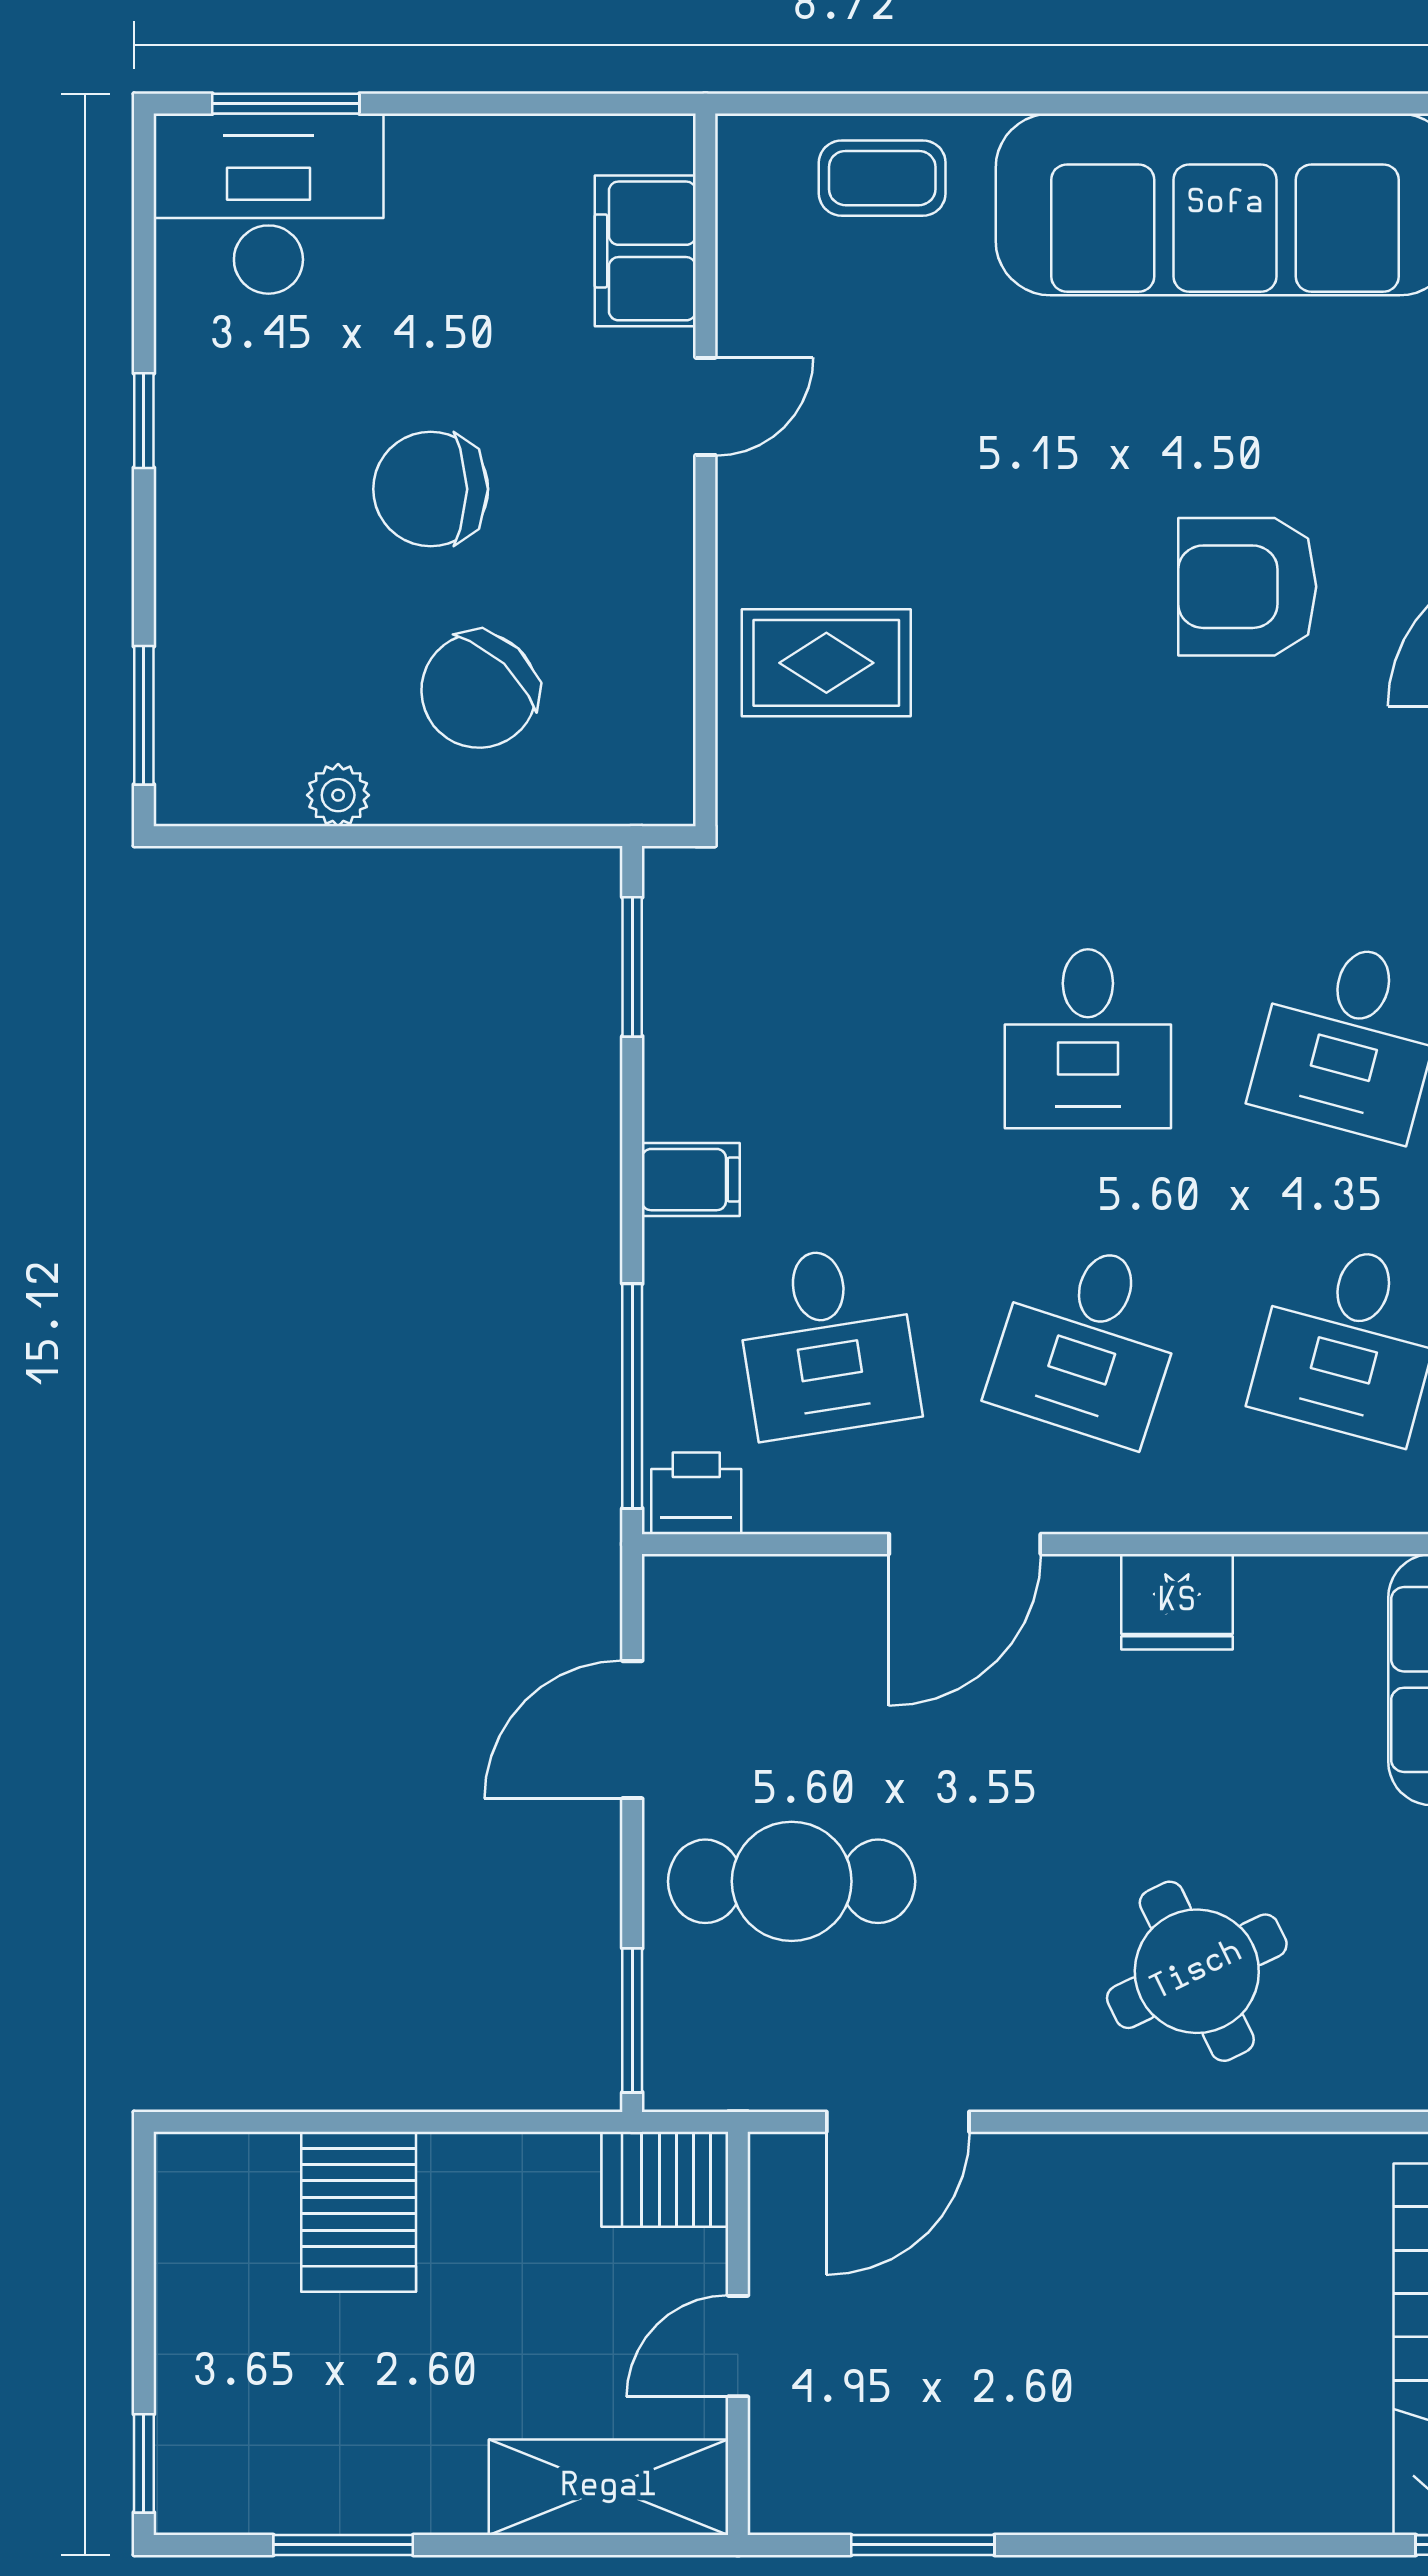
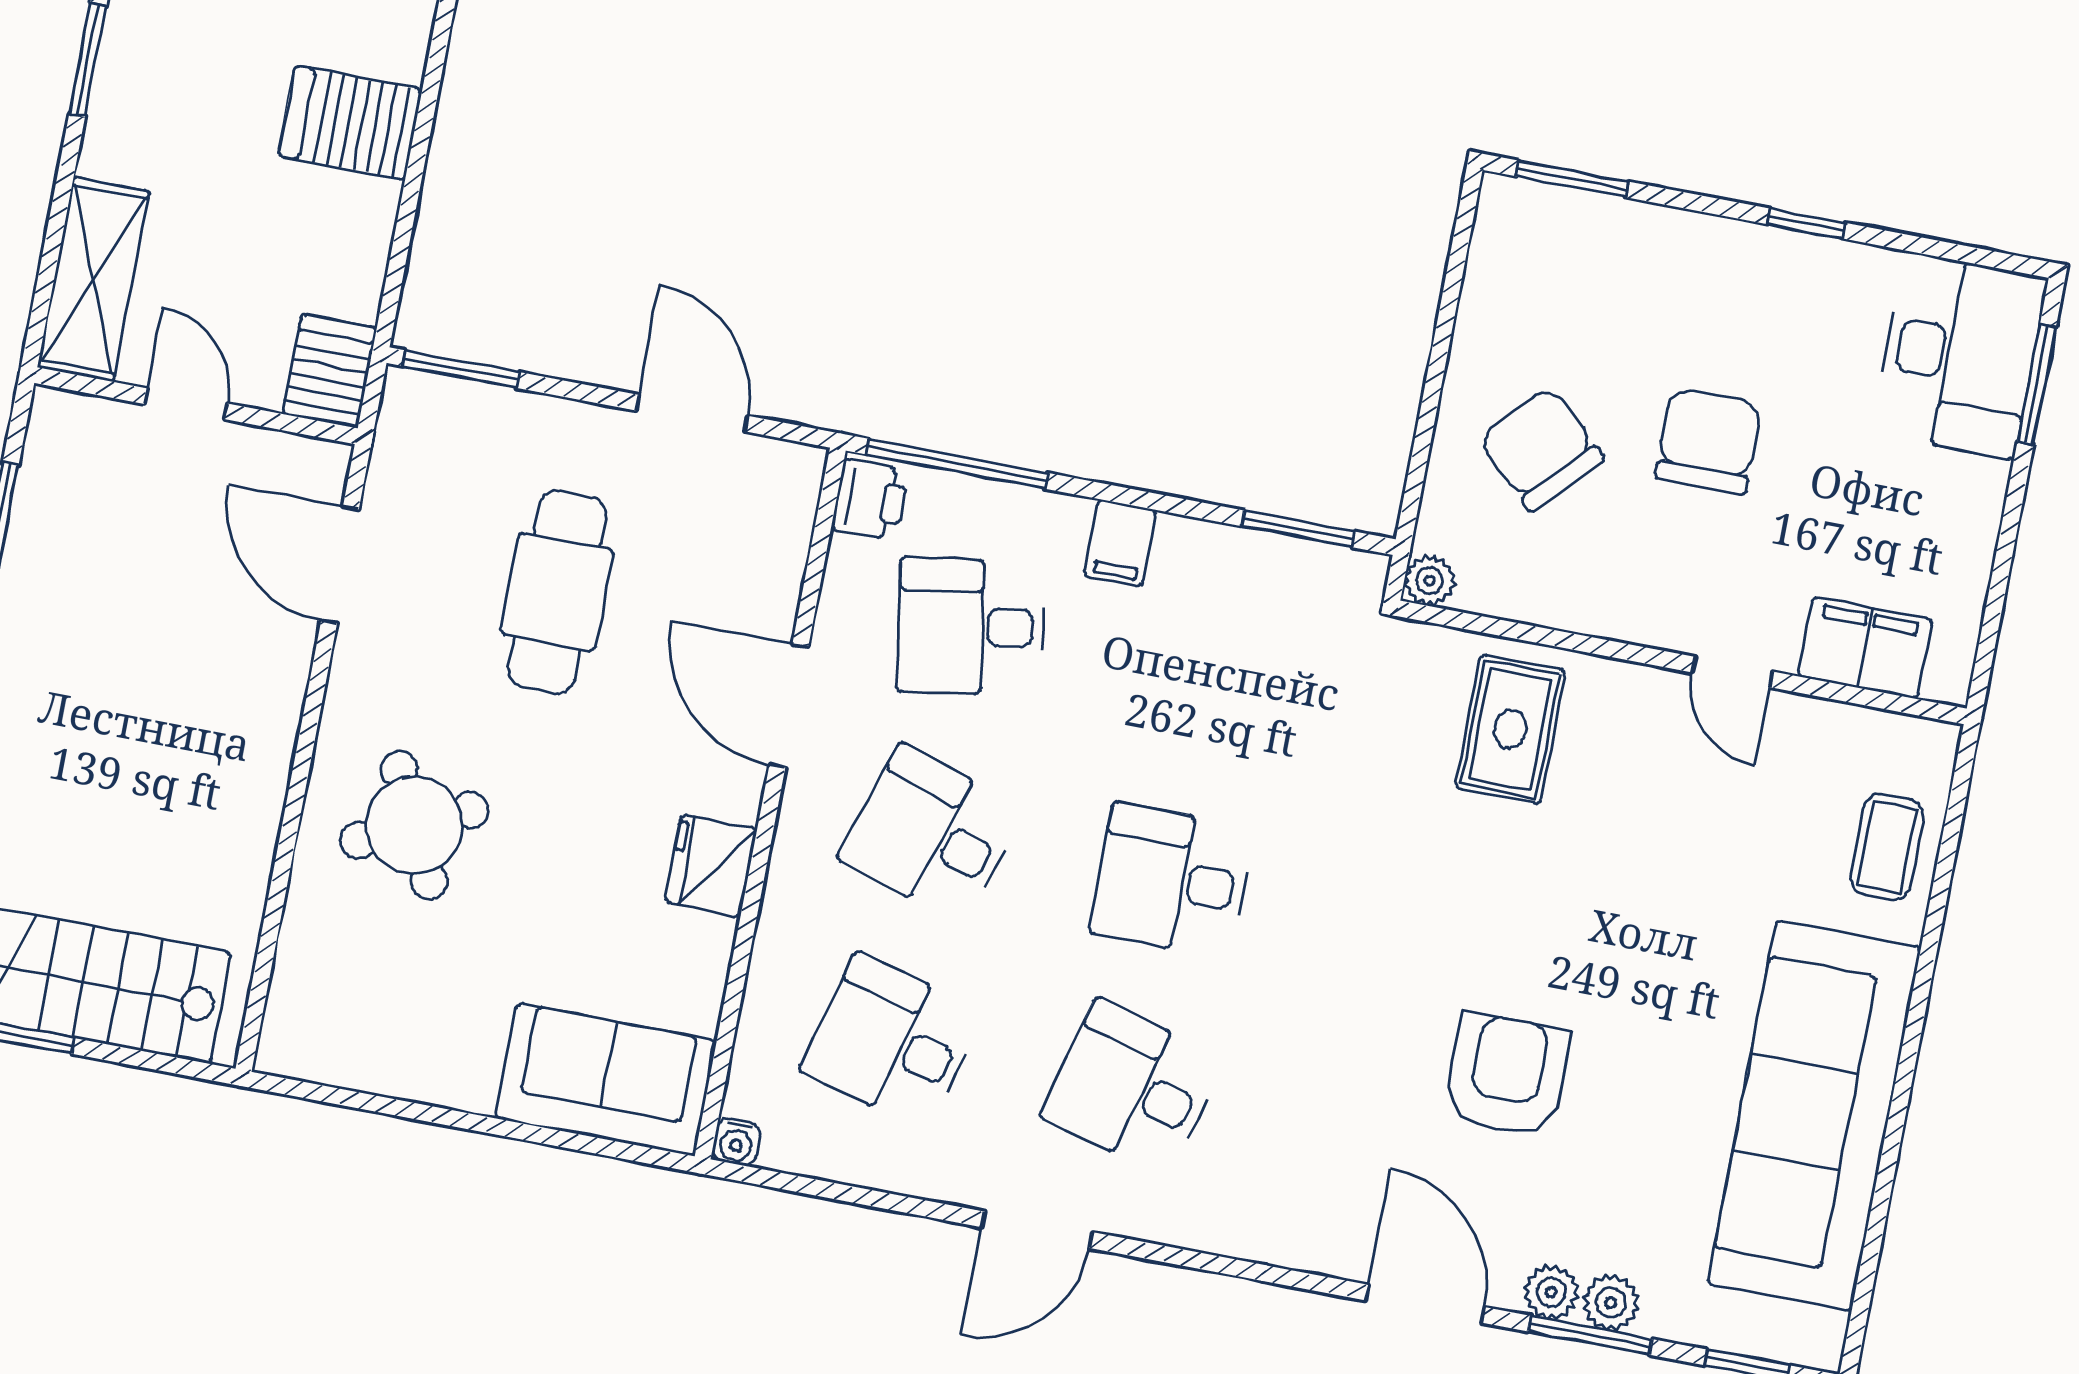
plant: (338, 795) -> (1430, 581), moved
cafe table: (792, 1881) -> (557, 592), moved

